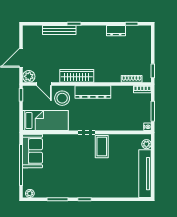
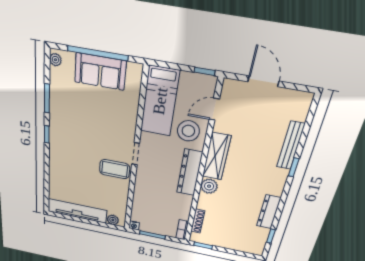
dresser: (116, 31) -> (269, 212), width x1.44
plant: (29, 76) -> (209, 186), moved
sofa: (33, 151) -> (100, 72), moved

